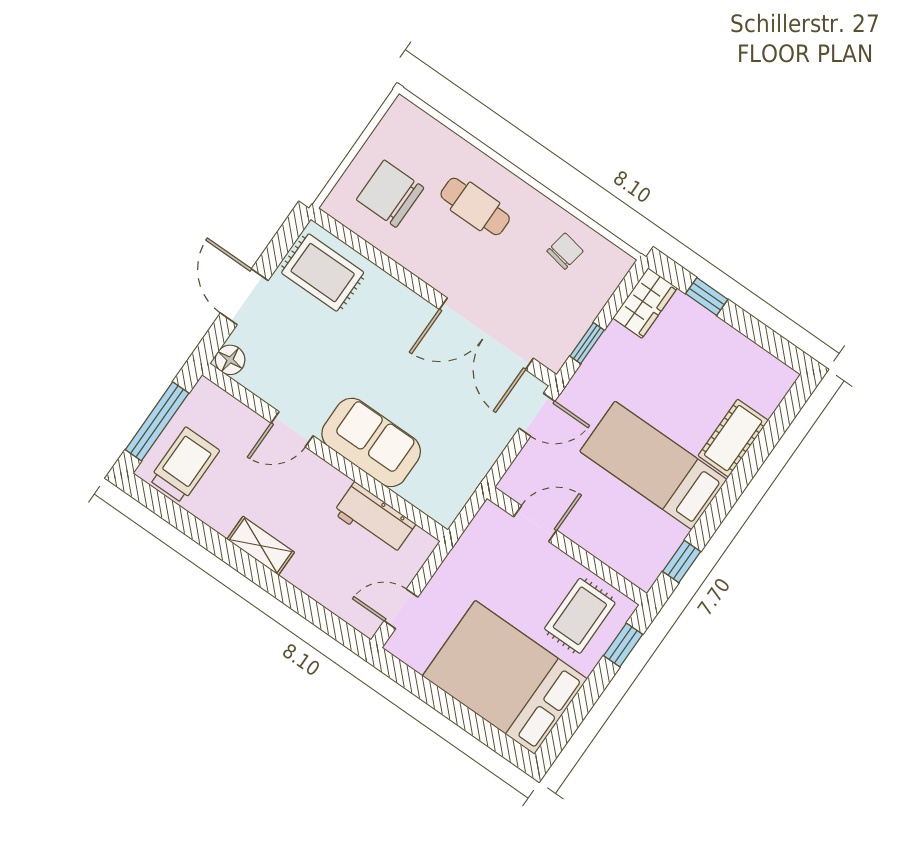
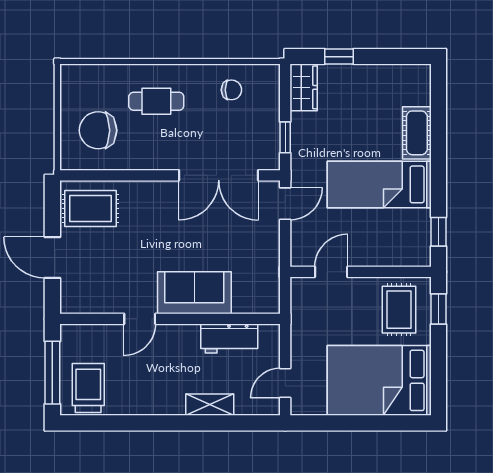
chair: (565, 251) -> (231, 90), turned 80
floor lamp: (230, 360) -> (71, 303), removed
shelving: (261, 546) -> (210, 405), moved

